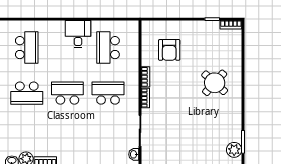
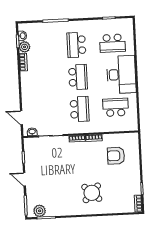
desk: (78, 34) -> (121, 75), width x1.87, depth x1.30

